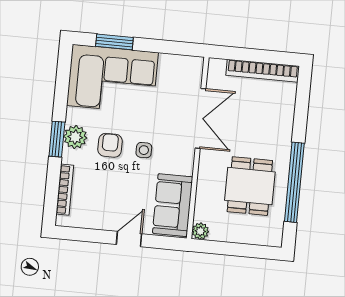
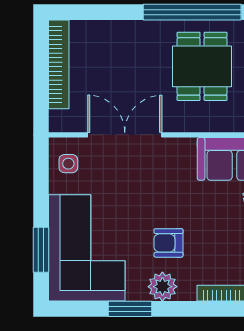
window: (57, 139) -> (130, 309), moved
side table: (144, 150) -> (68, 164), moved
dining table: (250, 186) -> (202, 66), turned 90

